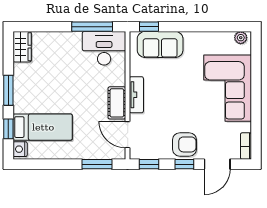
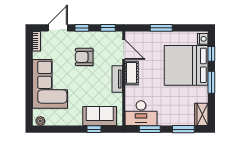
window: (47, 27) -> (183, 129), added
window: (92, 27) -> (150, 129), width x0.69
window: (149, 27) -> (94, 129), moved
bed: (43, 127) -> (186, 65), width x2.04
armchair: (185, 144) -> (84, 57), moved
window: (97, 164) -> (161, 28), moved

